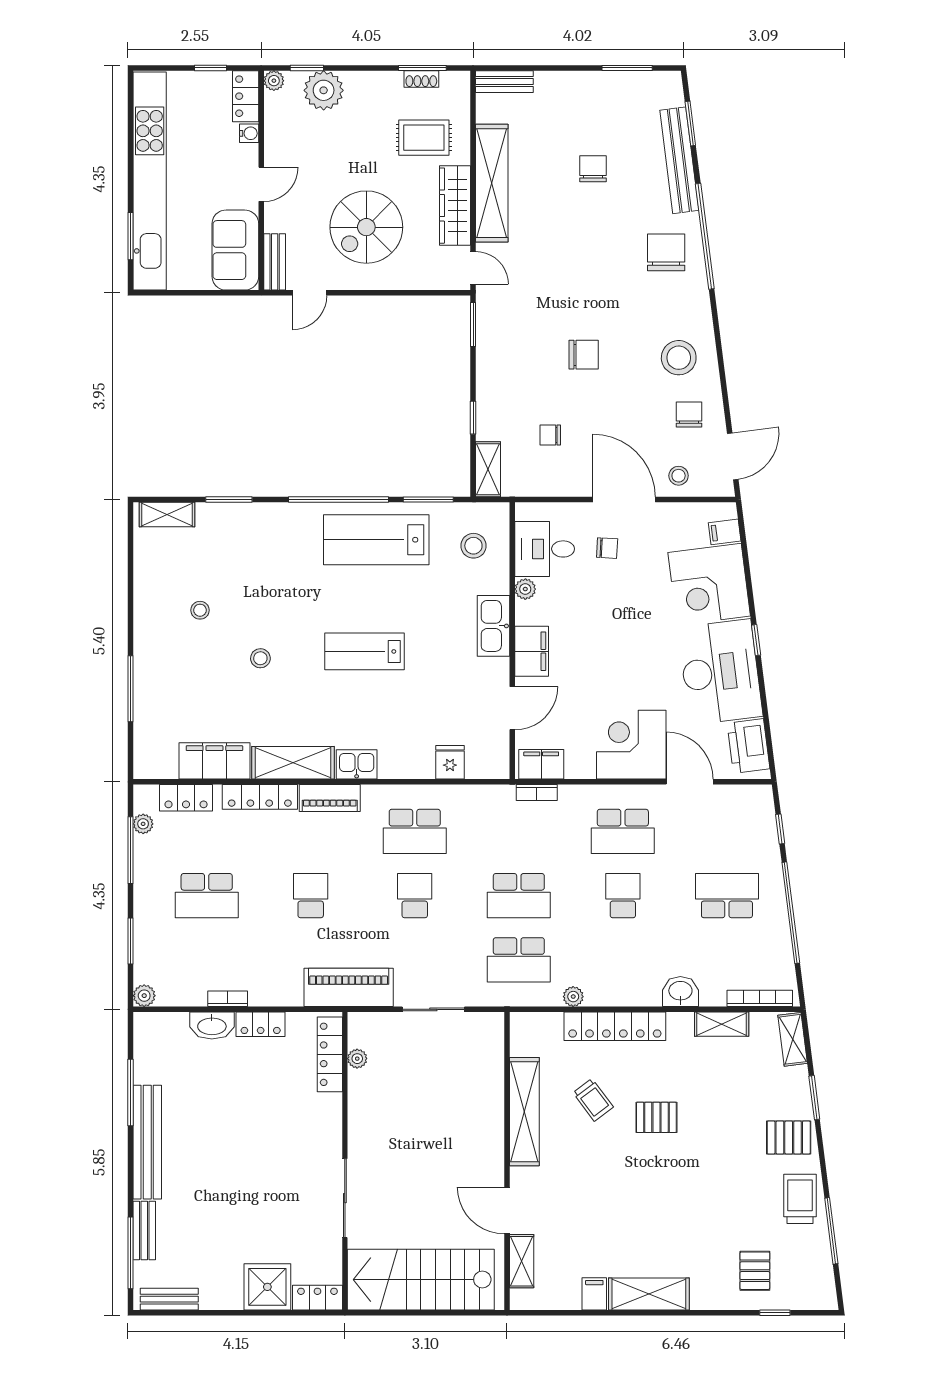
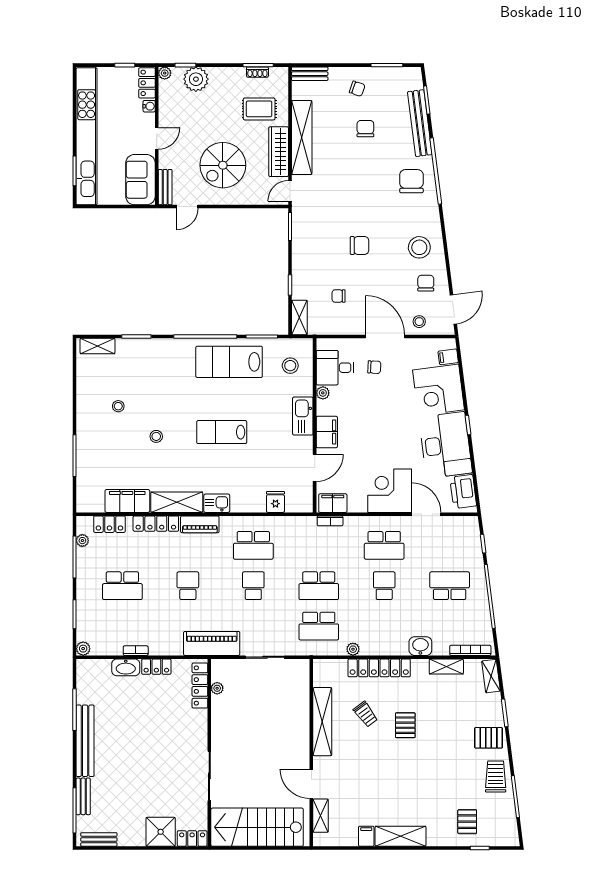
chair: (580, 105) -> (357, 89), added
door: (473, 268) -> (290, 191), swing flipped
pallet: (656, 1117) -> (405, 725), turned 90

